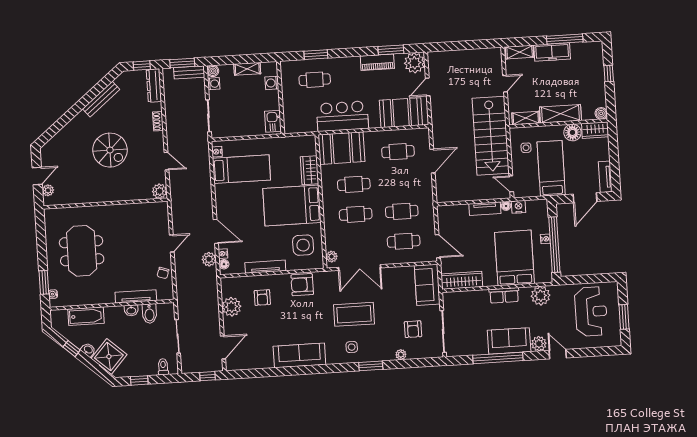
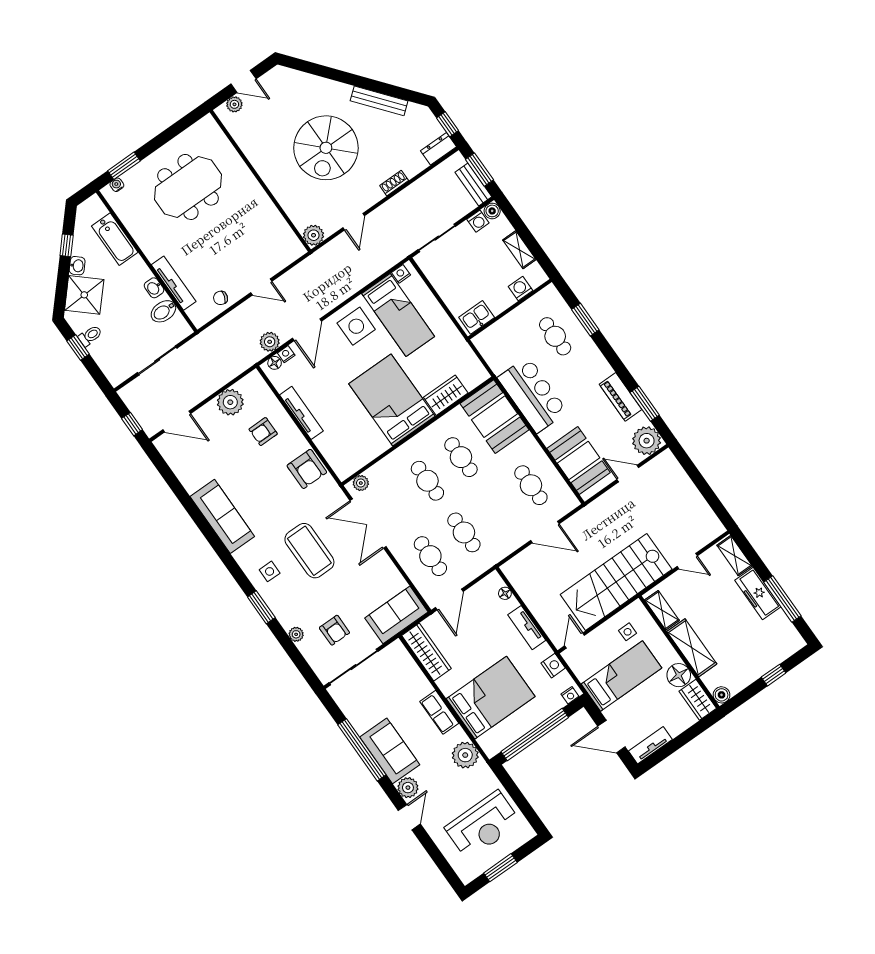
dresser: (154, 86) -> (439, 149), width x0.70
spiral stairs: (110, 150) -> (326, 148), width x1.37, depth x1.37
floor lamp: (506, 206) -> (505, 593), moved
nightstand: (545, 239) -> (570, 695), moved
side table: (303, 245) -> (356, 326), moved
armchair: (302, 285) -> (307, 469), turned 180
armchair: (413, 329) -> (334, 630), turned -90
toilet: (163, 367) -> (90, 336), moved

